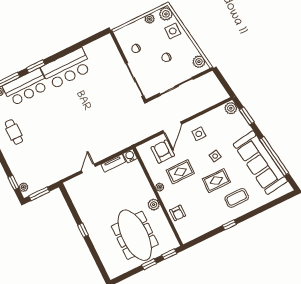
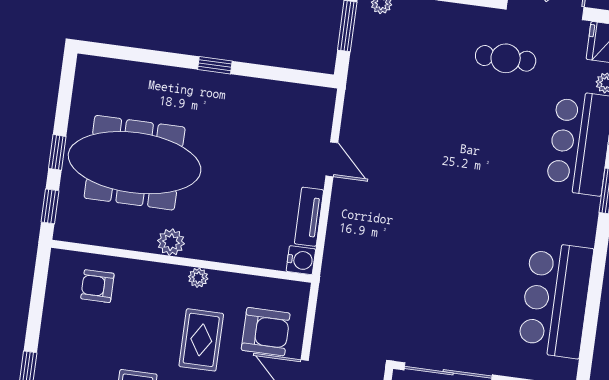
bar counter: (66, 69) -> (556, 300), moved
armchair: (178, 213) -> (97, 286), moved

